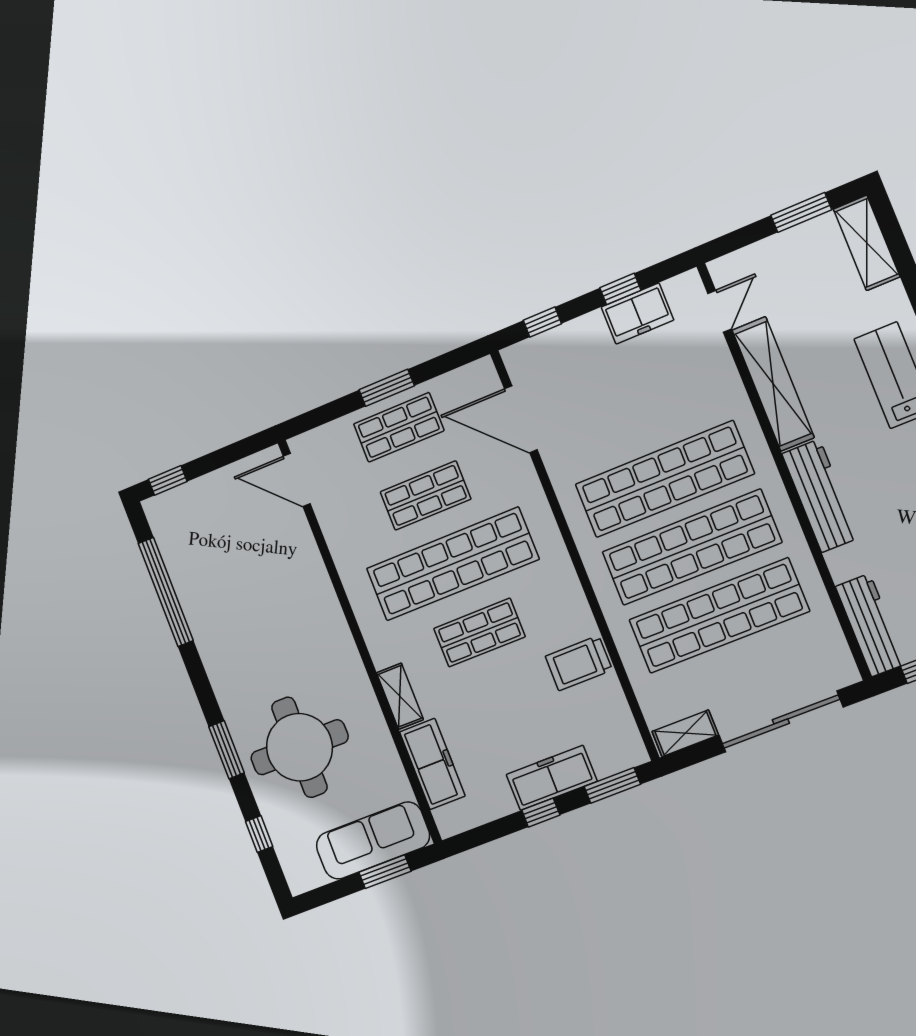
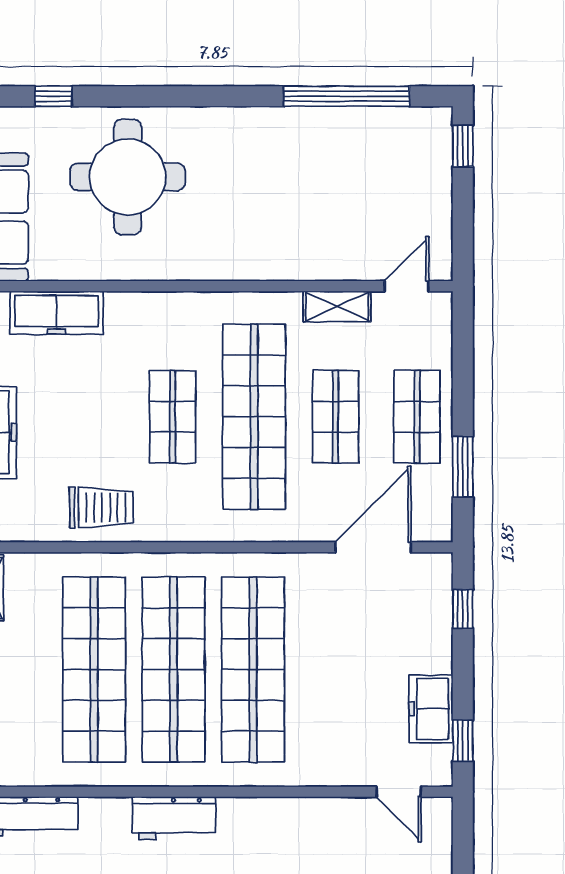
window: (620, 289) -> (463, 741), moved
shelving: (773, 384) -> (304, 816), removed
window: (387, 388) -> (463, 467), moved
door: (297, 480) -> (407, 286), width x0.73
workbench: (820, 496) -> (174, 818), width x0.73
trolley: (579, 663) -> (101, 507), turned 90
shelving: (400, 696) -> (337, 306), moved
window: (227, 750) -> (155, 96), removed

